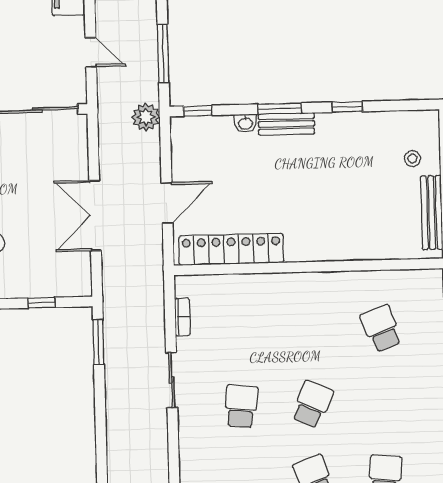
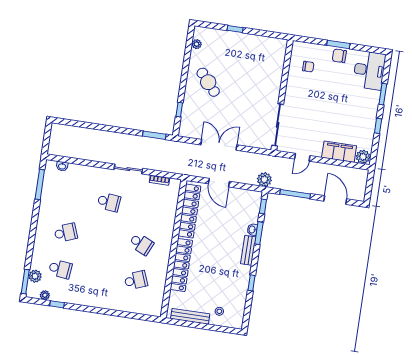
window: (280, 109) -> (259, 233), moved
locker: (337, 247) -> (181, 265), added
school desk: (312, 404) -> (141, 244), moved

